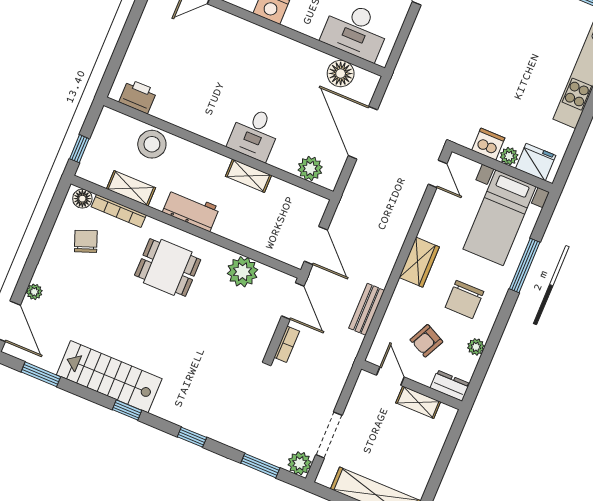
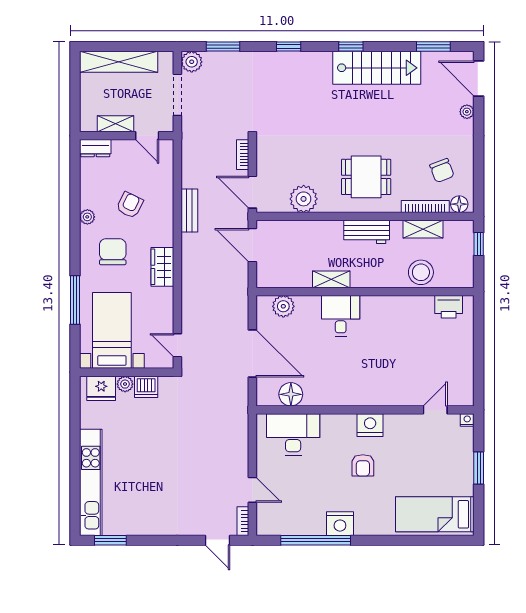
door: (390, 376) -> (147, 136), moved
wall: (412, 385) -> (127, 136), moved
dresser: (450, 386) -> (95, 148), moved
shelving: (418, 402) -> (116, 124), moved

